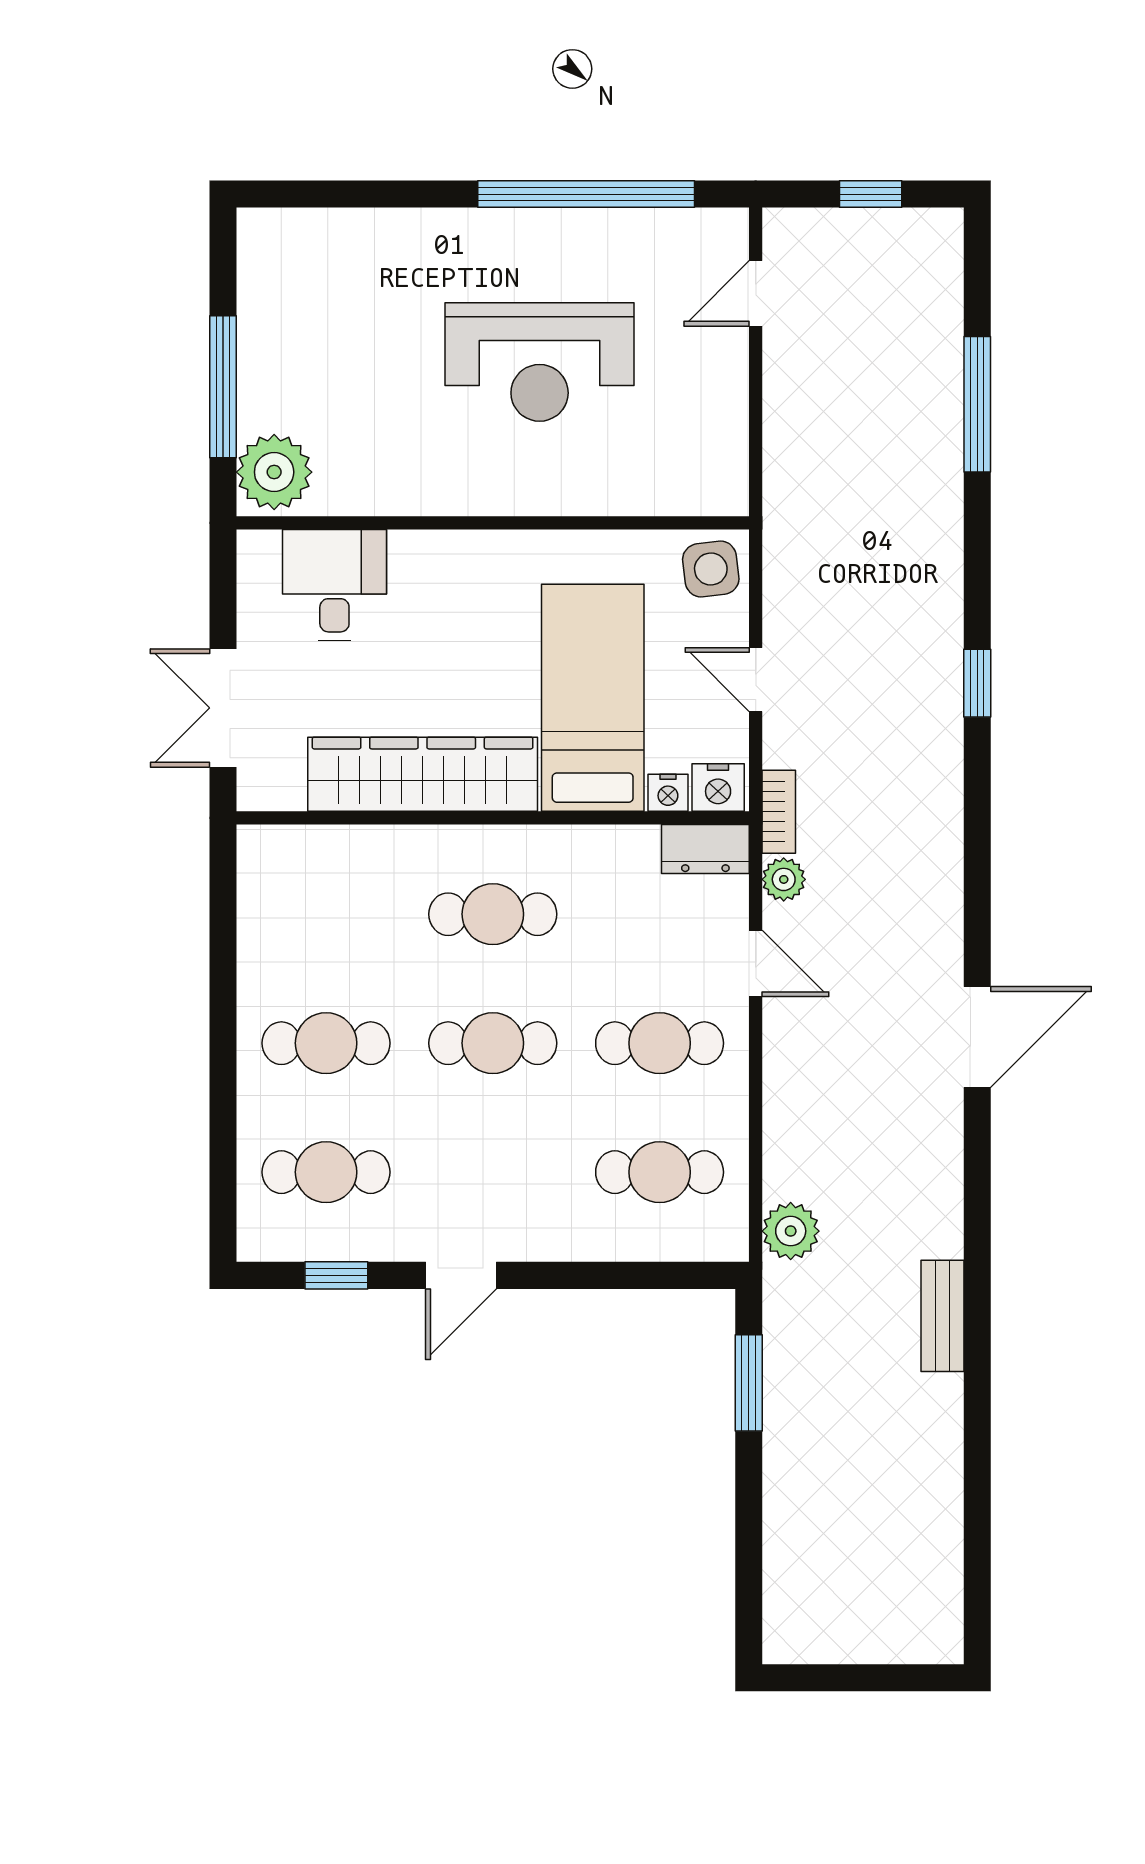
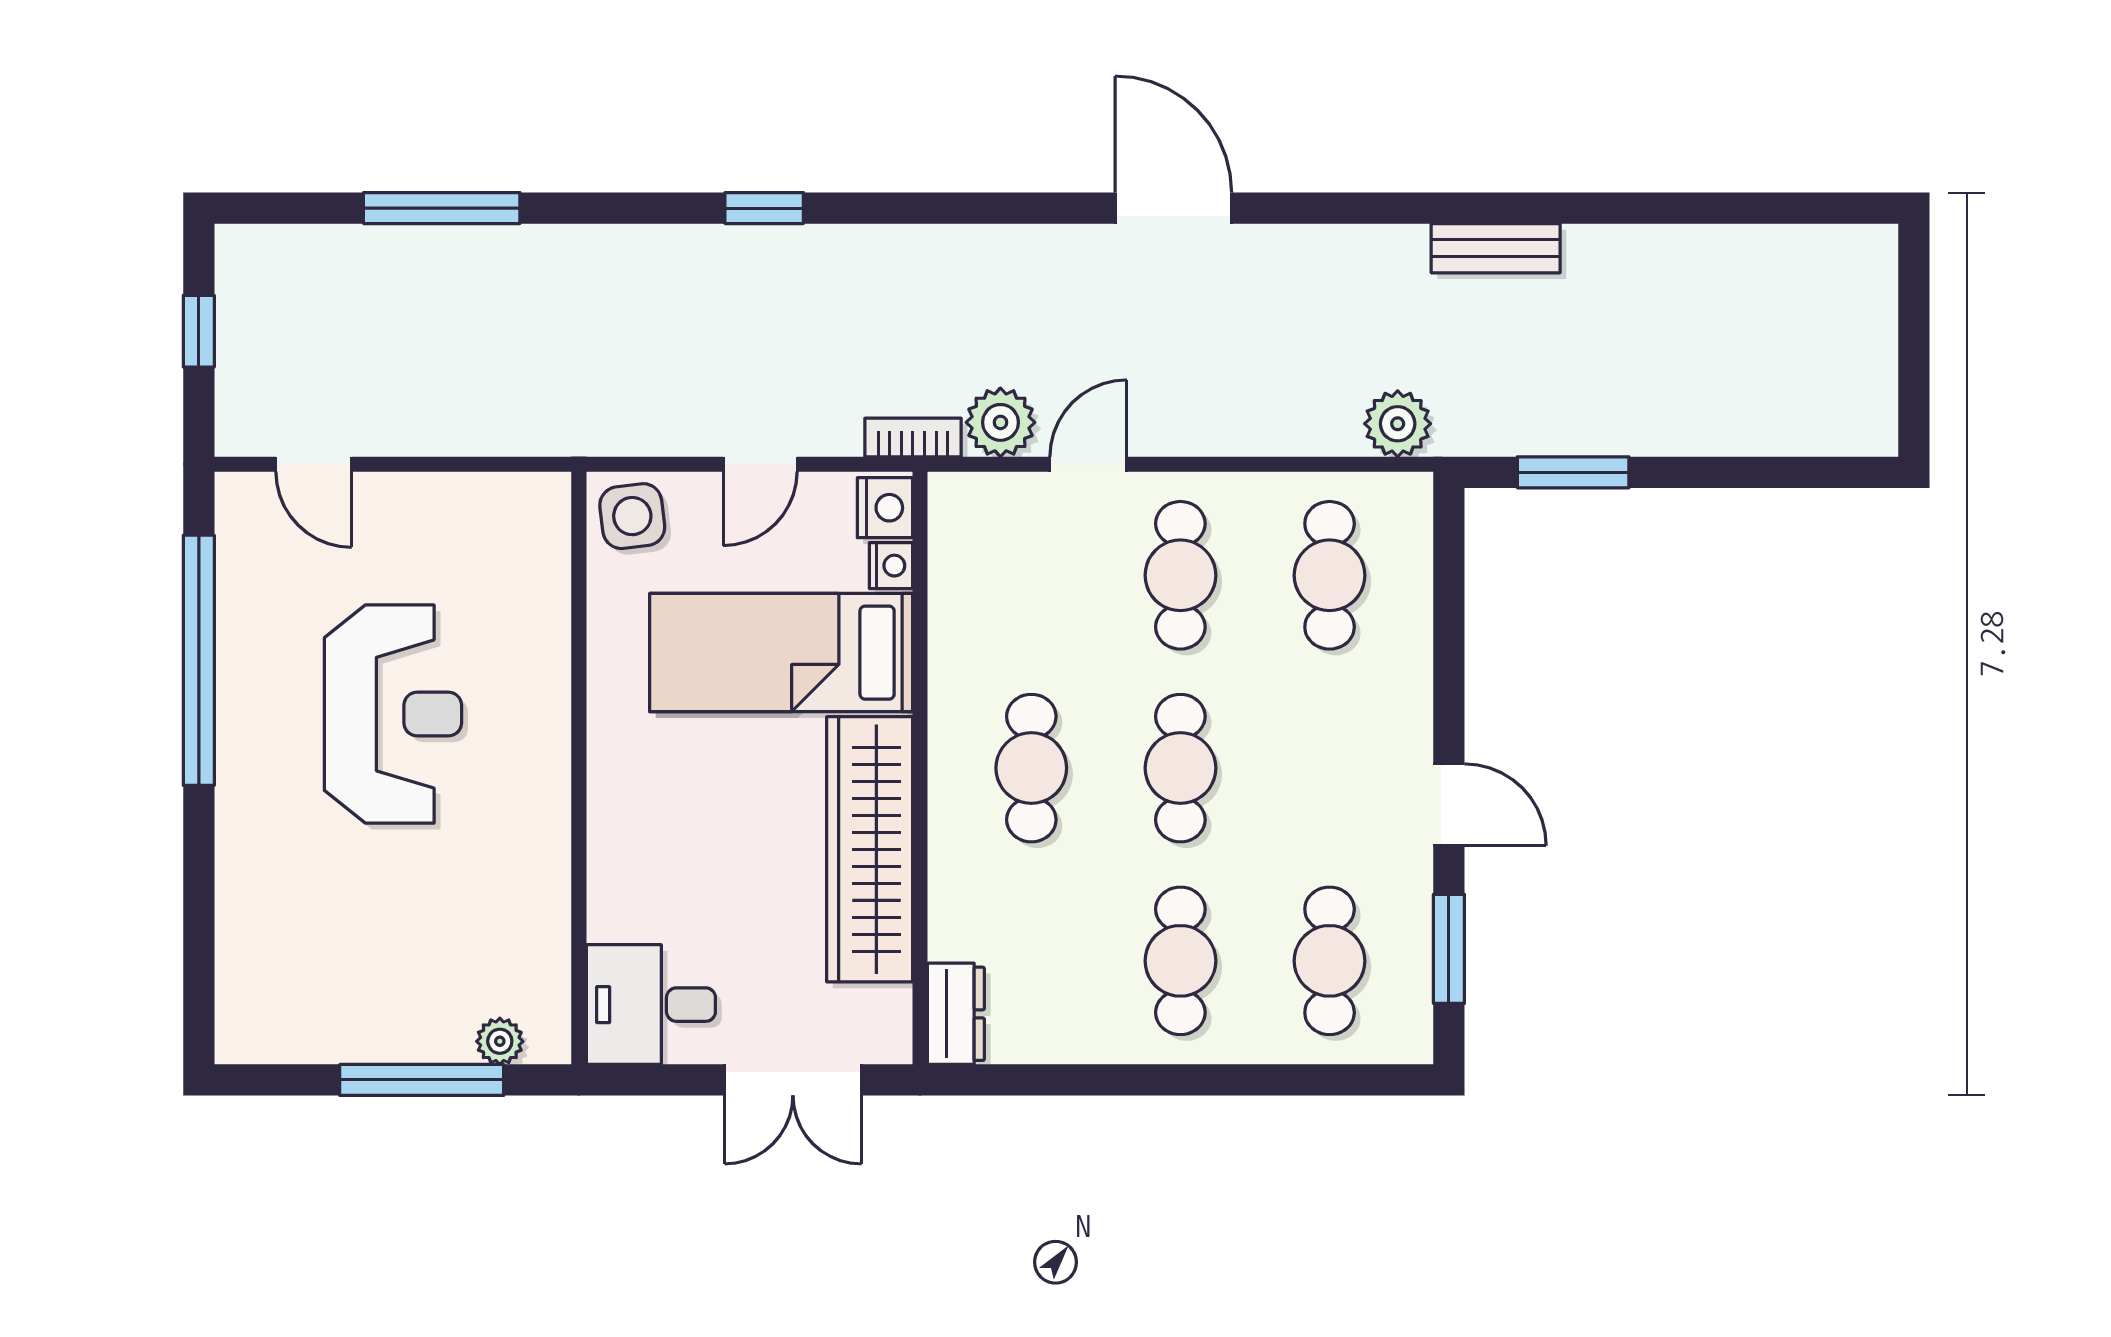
plant: (274, 472) -> (500, 1041), width x0.53, depth x0.53
desk: (334, 585) -> (651, 1005), moved
dresser: (705, 849) -> (956, 1014), moved
plant: (784, 879) -> (1000, 422), width x1.38, depth x1.38
window: (336, 1275) -> (1449, 949), width x1.50

